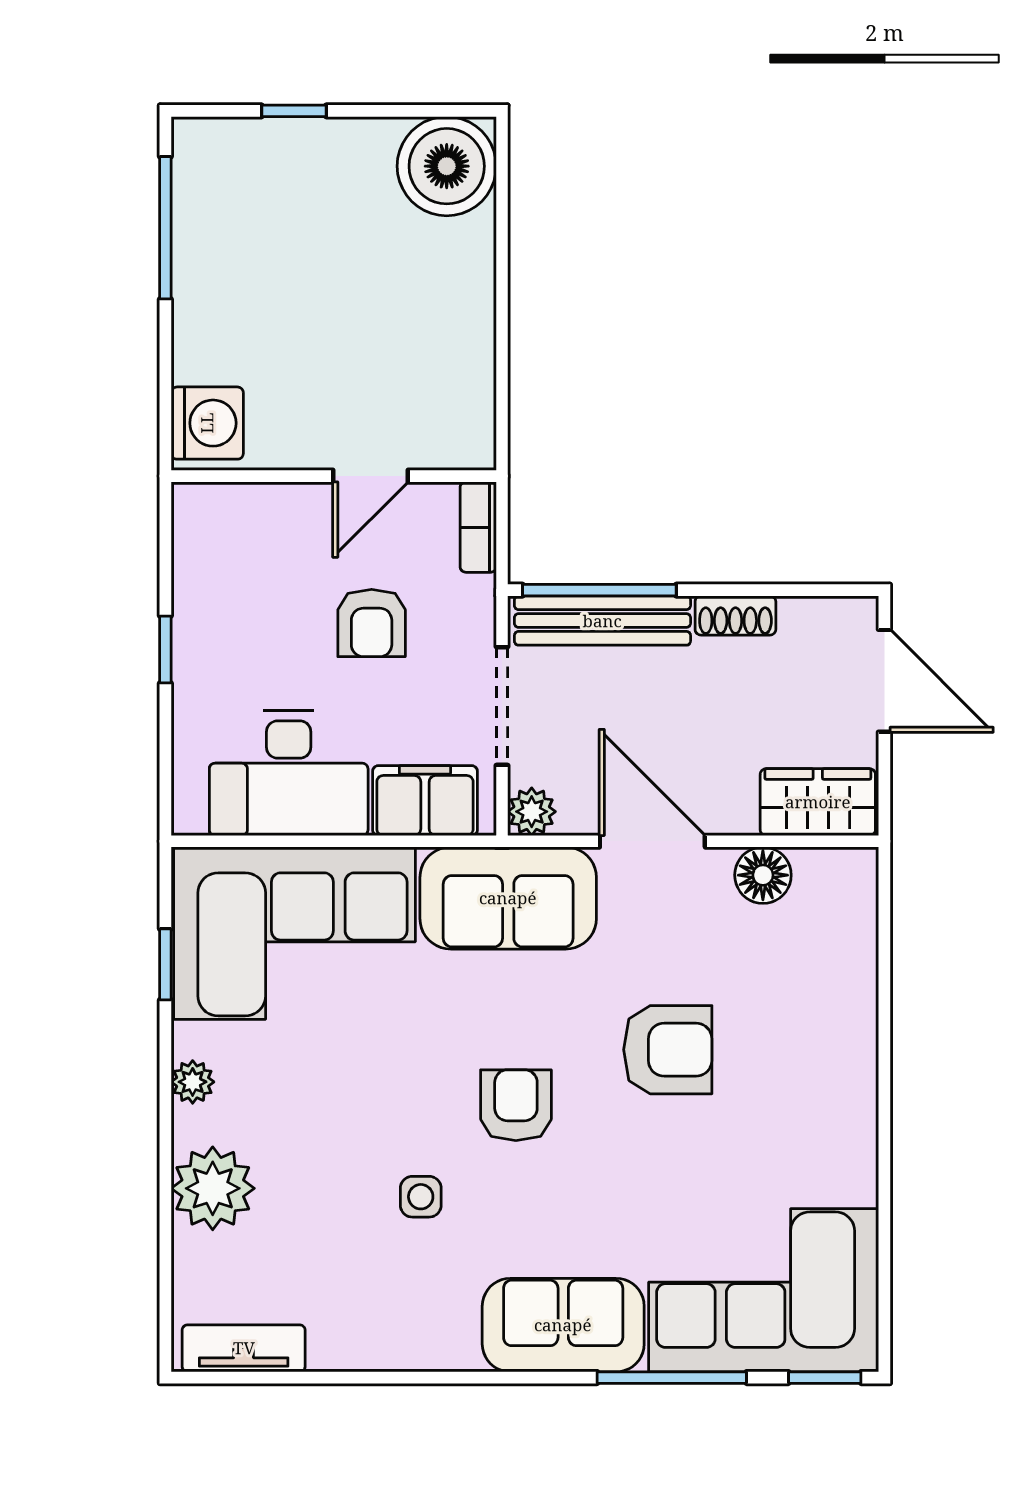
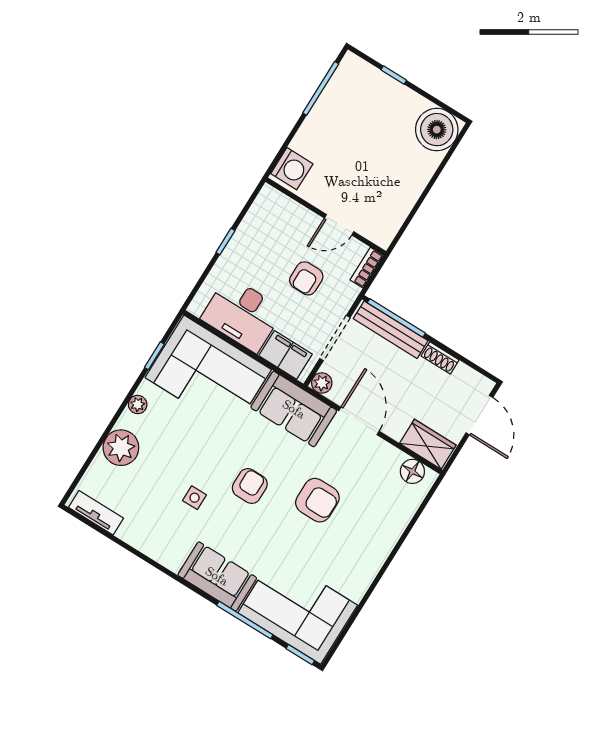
floor lamp: (763, 875) -> (412, 471), moved

